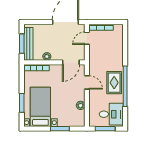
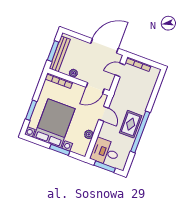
bed with nightstands: (40, 107) -> (54, 123), width x1.36
desk: (111, 114) -> (105, 152), moved, turned 180

